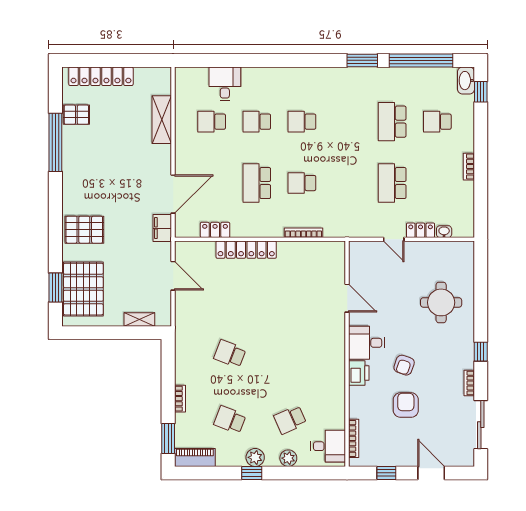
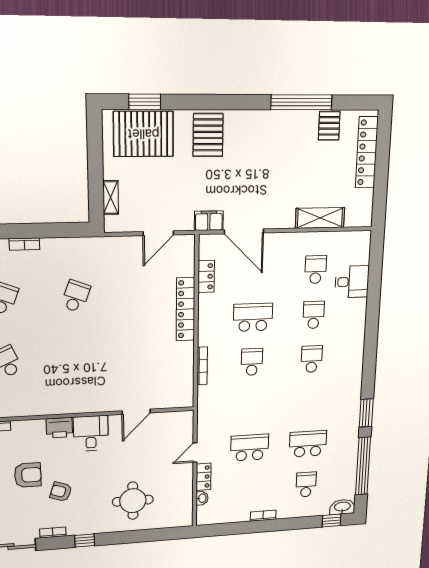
armchair: (404, 365) -> (61, 492), moved

